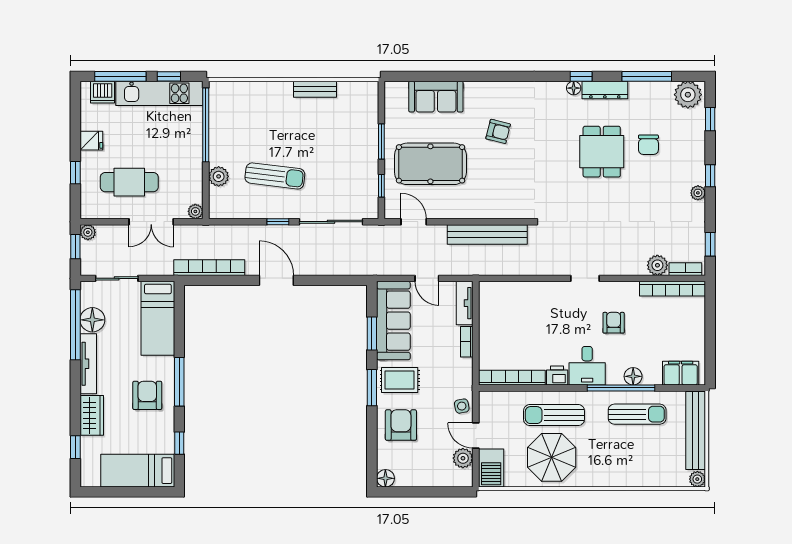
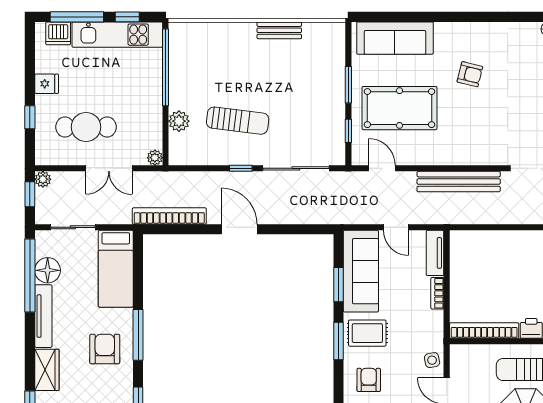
sofa: (436, 97) -> (395, 38), width x1.36
armchair: (401, 425) -> (369, 380), width x0.72, depth x0.72

